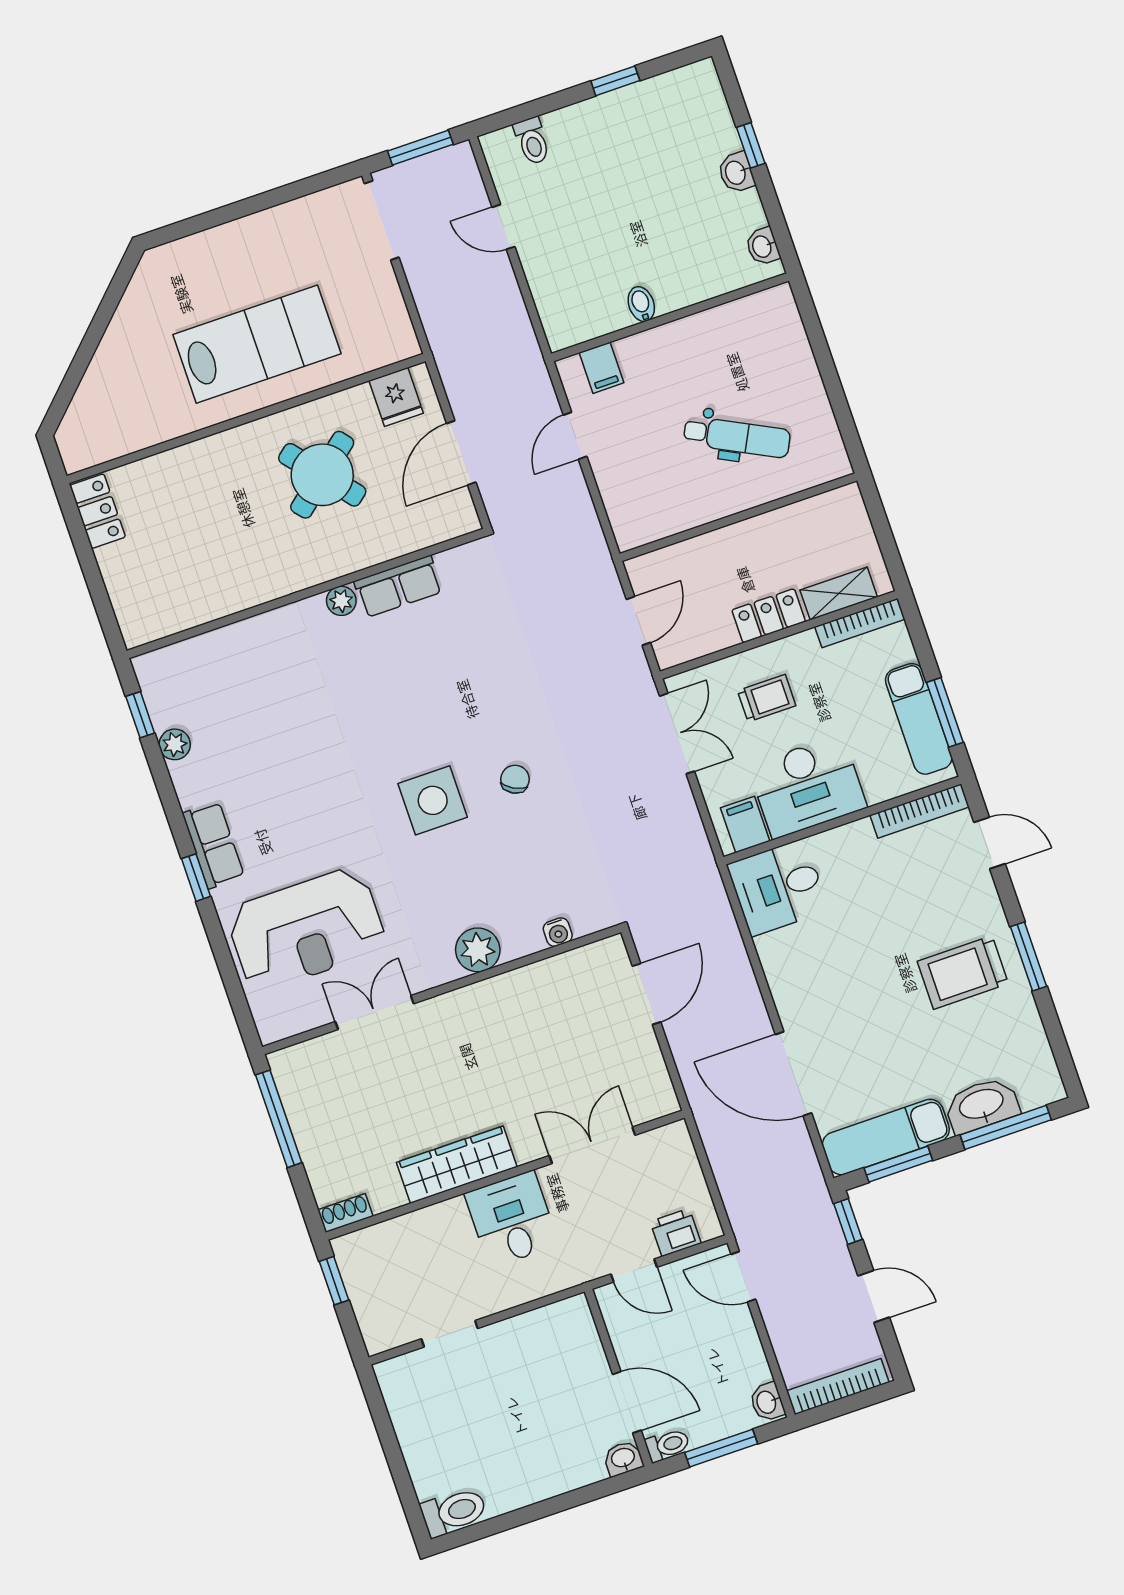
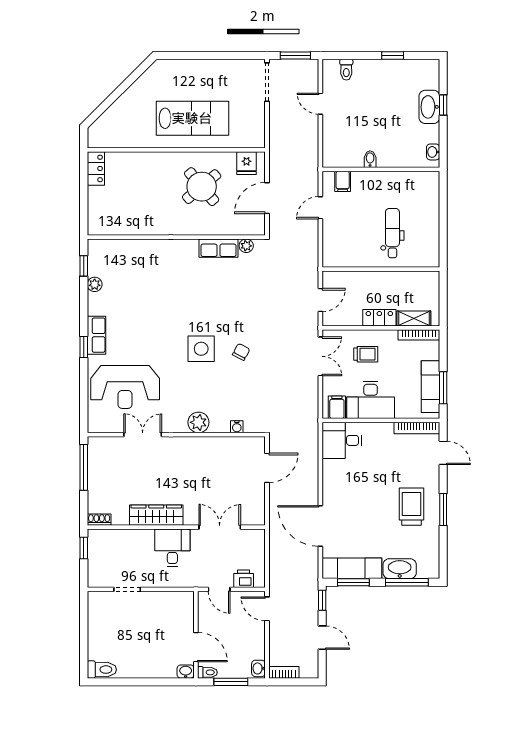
washbasin: (736, 172) -> (429, 107), width x1.91, depth x1.45
dental chair: (737, 437) -> (392, 233), turned -117
plant: (341, 601) -> (246, 246), moved
trolley: (963, 972) -> (411, 507), turned 90
bookcase: (838, 1387) -> (284, 672), width x0.64

